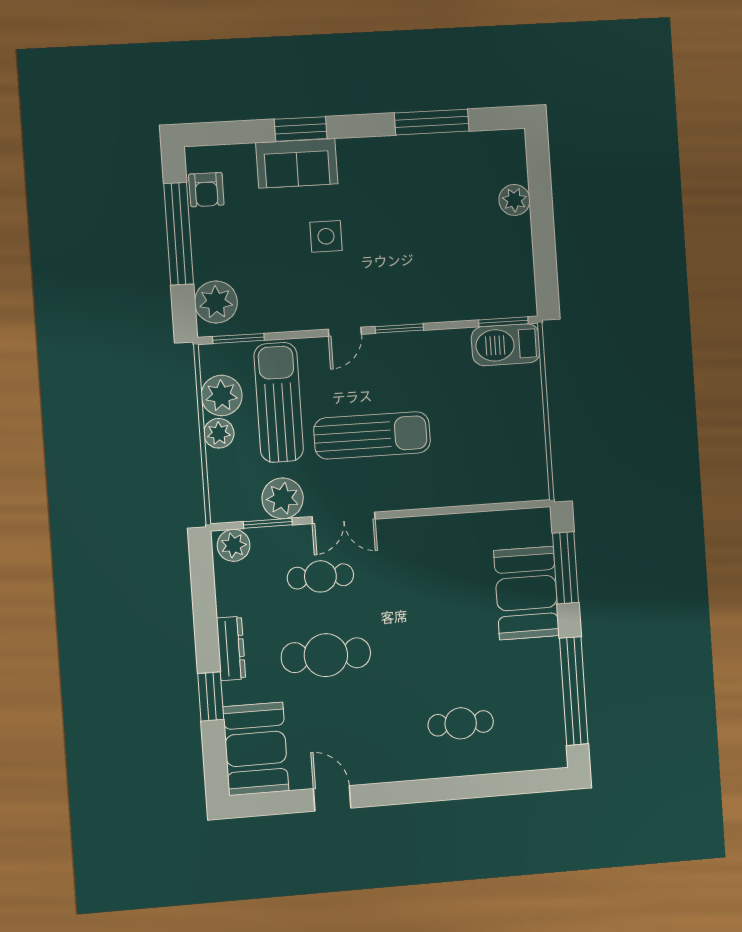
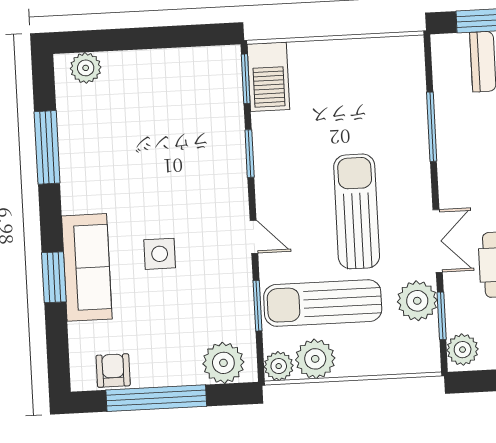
sofa: (297, 163) -> (87, 267), width x1.36
armchair: (206, 190) -> (113, 370), turned -90
plant: (514, 200) -> (86, 68), moved
window: (399, 328) -> (250, 154), moved
window: (238, 338) -> (258, 306), moved
plant: (219, 433) -> (279, 366), moved
window: (458, 510) -> (432, 127), added

